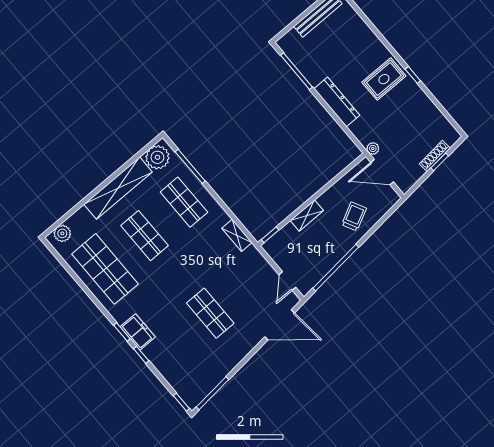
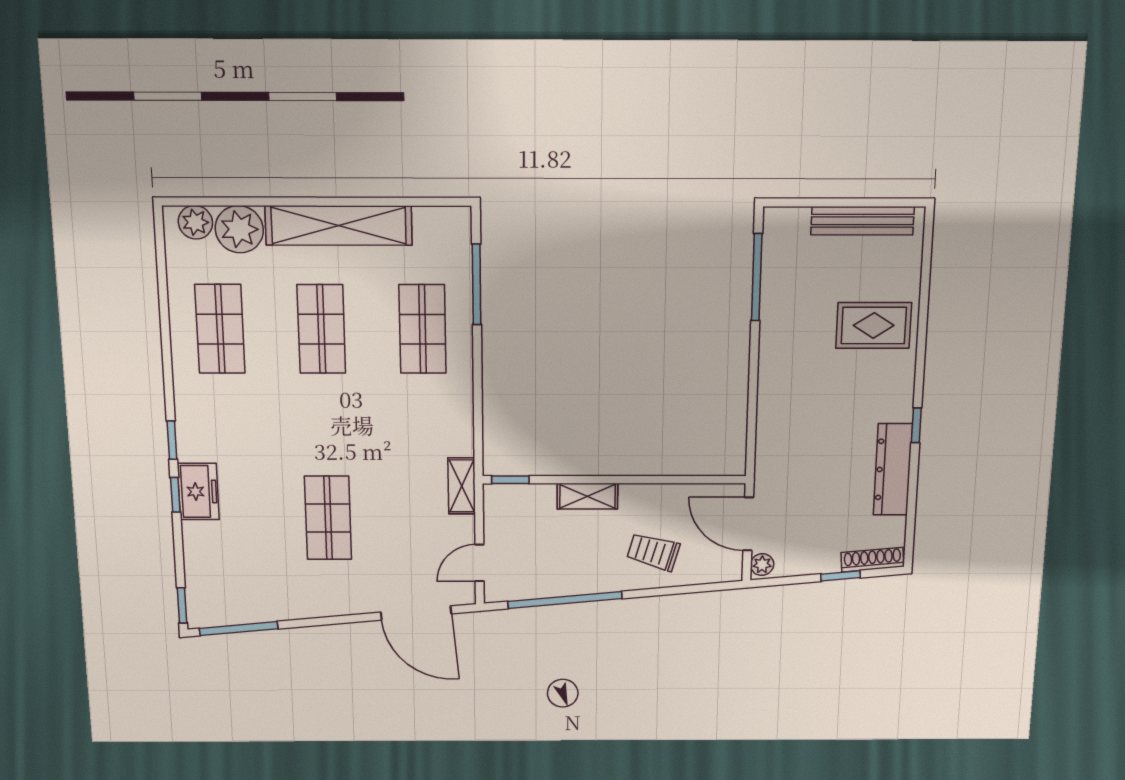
rug: (384, 79) -> (874, 325), moved
dresser: (337, 102) -> (893, 469), moved, turned 180
plant: (373, 148) -> (762, 565), moved
shoe rack: (435, 156) -> (872, 560), moved
plant: (157, 157) -> (239, 229), moved
trolley: (354, 216) -> (653, 552), turned -137
shelving: (237, 235) -> (462, 486), moved
shop shelf: (105, 269) -> (220, 329), width x0.70, depth x0.74
freezer: (138, 332) -> (198, 492), moved

